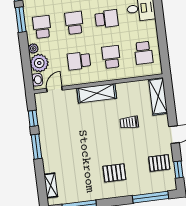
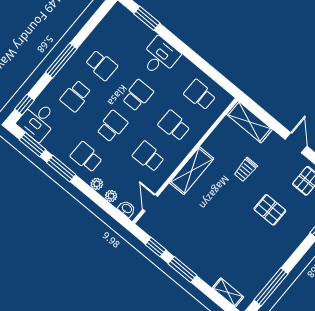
school desk: (74, 23) -> (112, 126), turned 90
school desk: (144, 53) -> (200, 95), turned 180
school desk: (79, 61) -> (148, 157), turned 90
plant: (39, 63) -> (111, 196), width x0.53, depth x0.53
pallet: (114, 173) -> (270, 210), moved, turned 90

